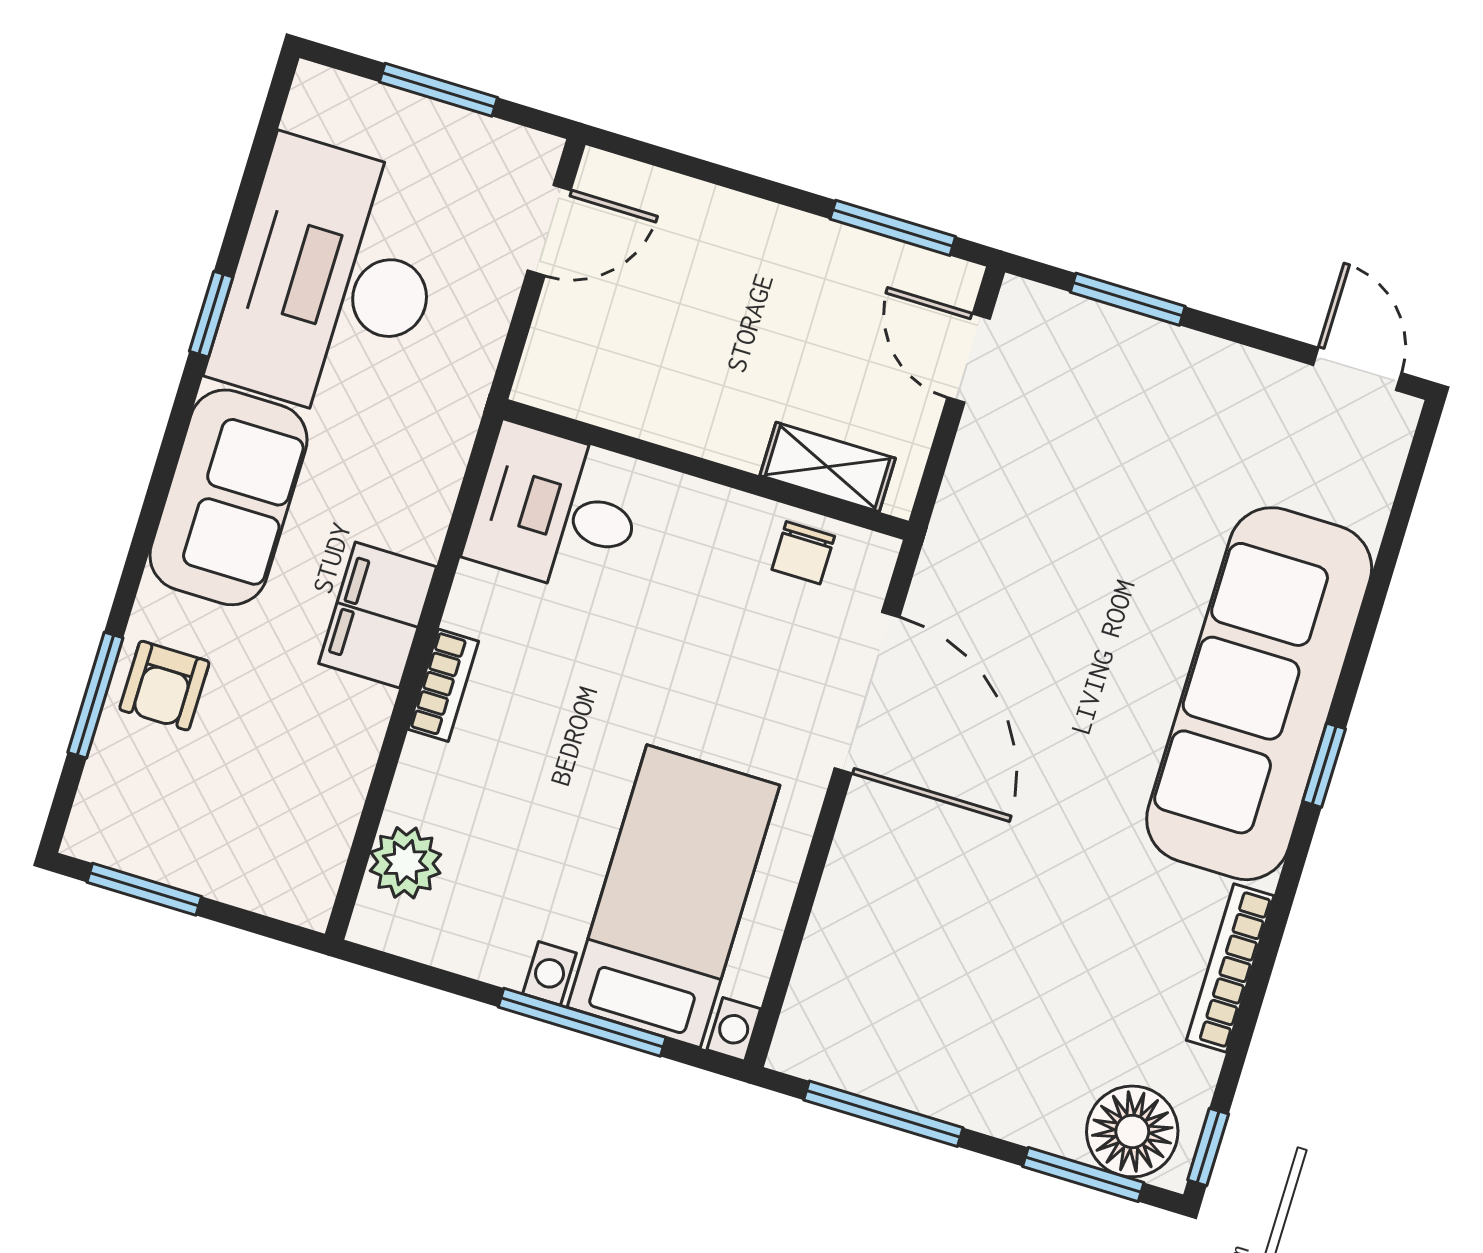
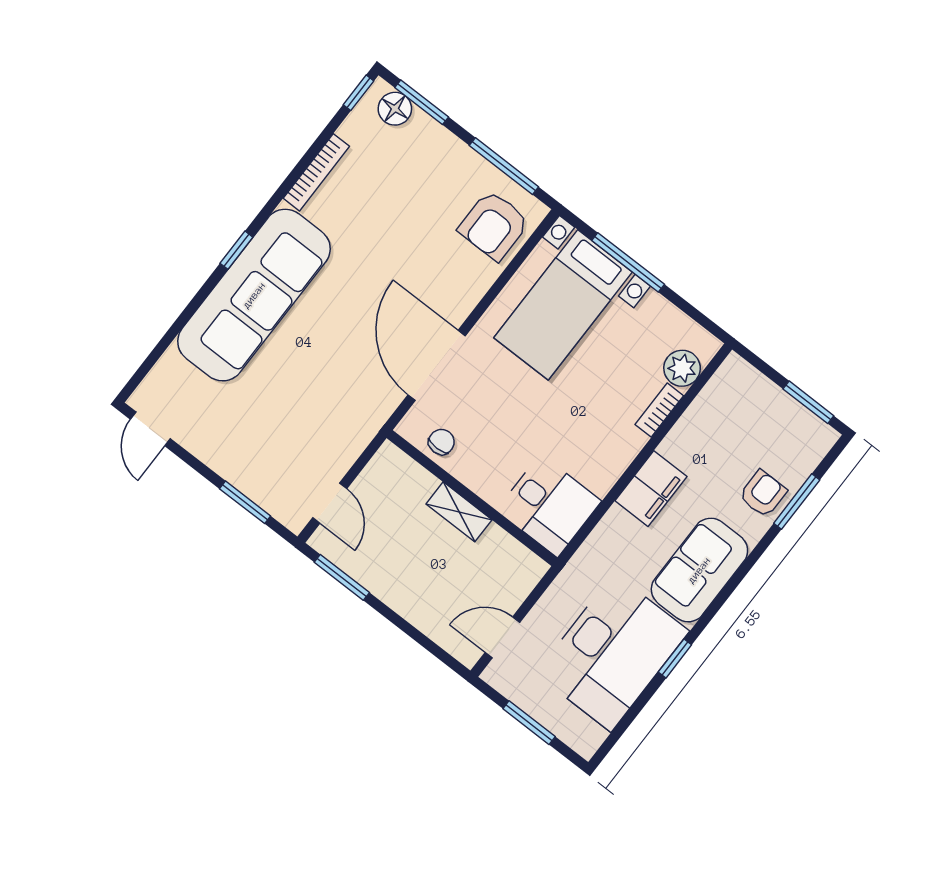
shelving: (828, 467) -> (459, 512), moved
bookcase: (443, 685) -> (659, 410), moved
armchair: (860, 996) -> (494, 225), added
floor lamp: (1132, 1131) -> (395, 109), width x0.73, depth x0.73

